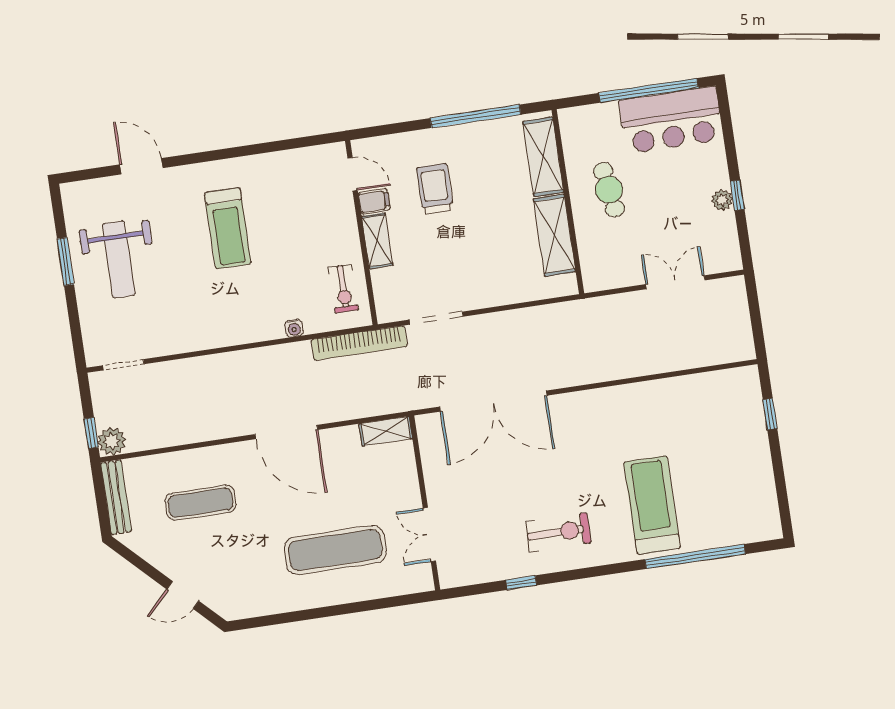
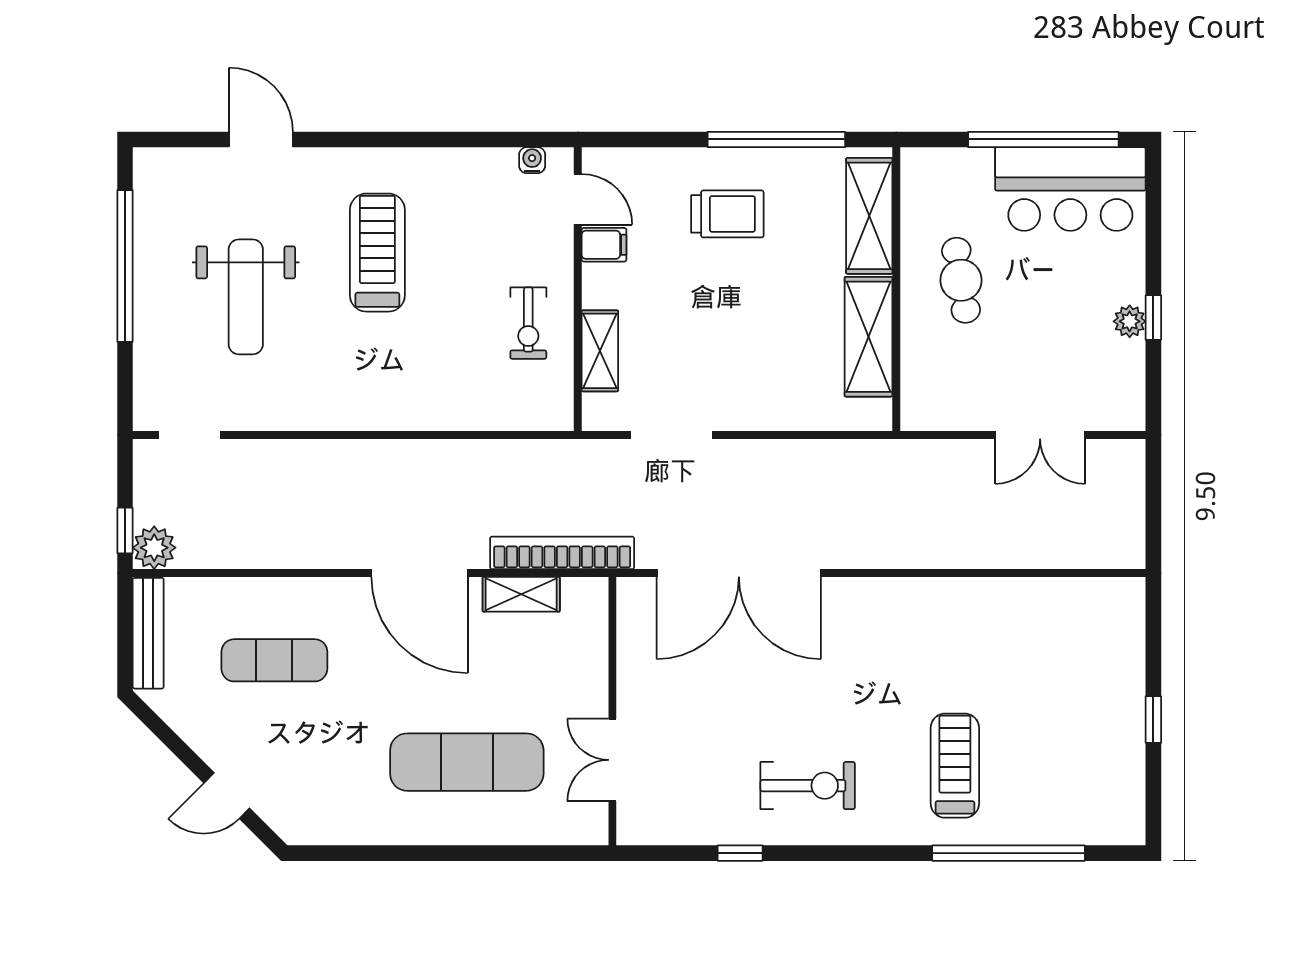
trolley: (435, 189) -> (727, 214), moved, turned 90
treadmill: (228, 228) -> (377, 253), turned 180
shelving: (377, 241) -> (600, 351), moved
weight bench: (119, 259) -> (246, 297), moved
window: (66, 261) -> (125, 266), width x2.11
double door: (675, 282) -> (1040, 435), swing flipped
exercise bike: (343, 289) -> (528, 323), moved
water cooler: (294, 328) -> (532, 160), moved, turned 180
bookcase: (359, 343) -> (562, 553), moved, turned 180
window: (770, 414) -> (1153, 720), moved
shelving: (386, 431) -> (521, 594), moved
treadmill: (652, 505) -> (955, 766), width x0.73, depth x0.73

